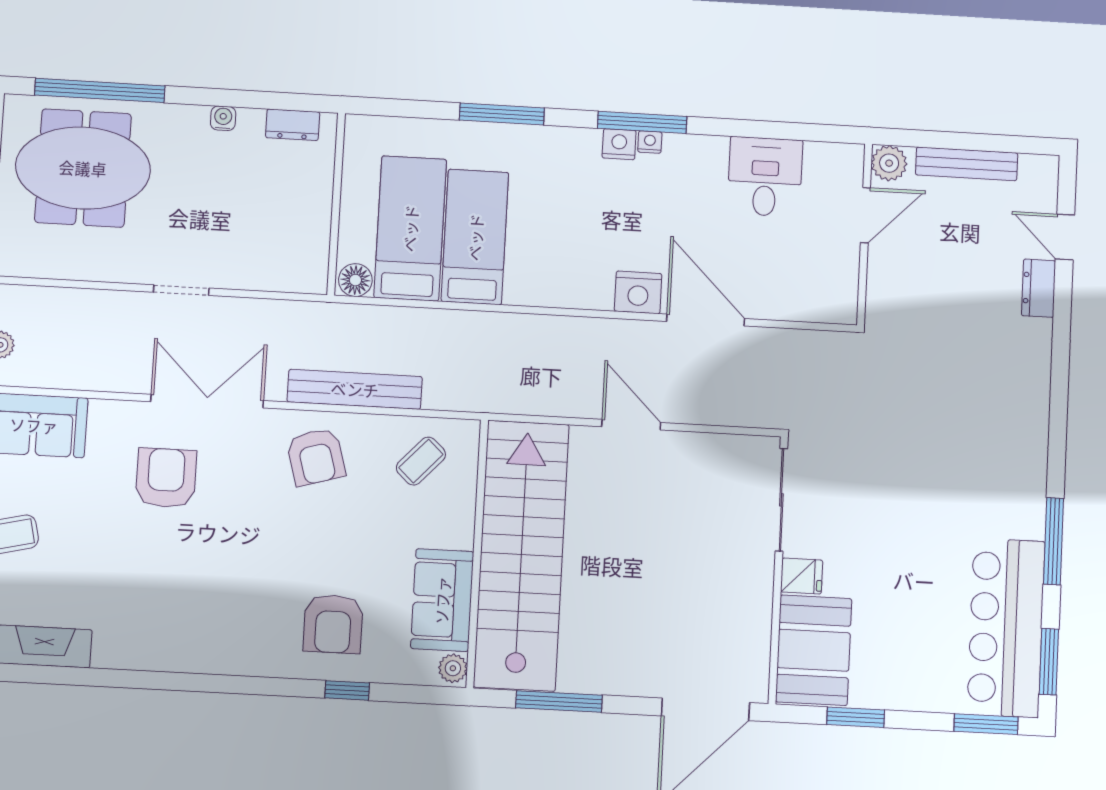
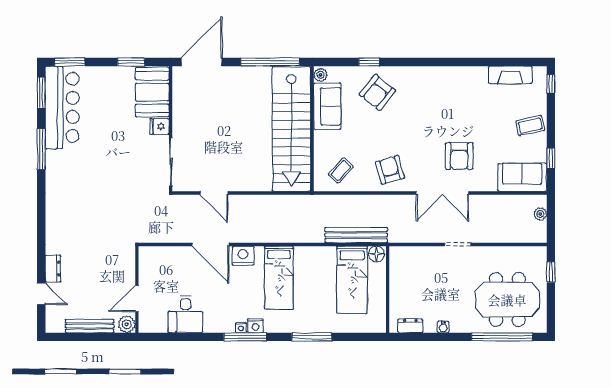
bed: (475, 237) -> (279, 278), moved
bench: (355, 389) -> (356, 235), moved
door: (631, 425) -> (214, 193), moved
armchair: (333, 624) -> (377, 92), turned -141
window: (559, 702) -> (270, 62), width x1.46

